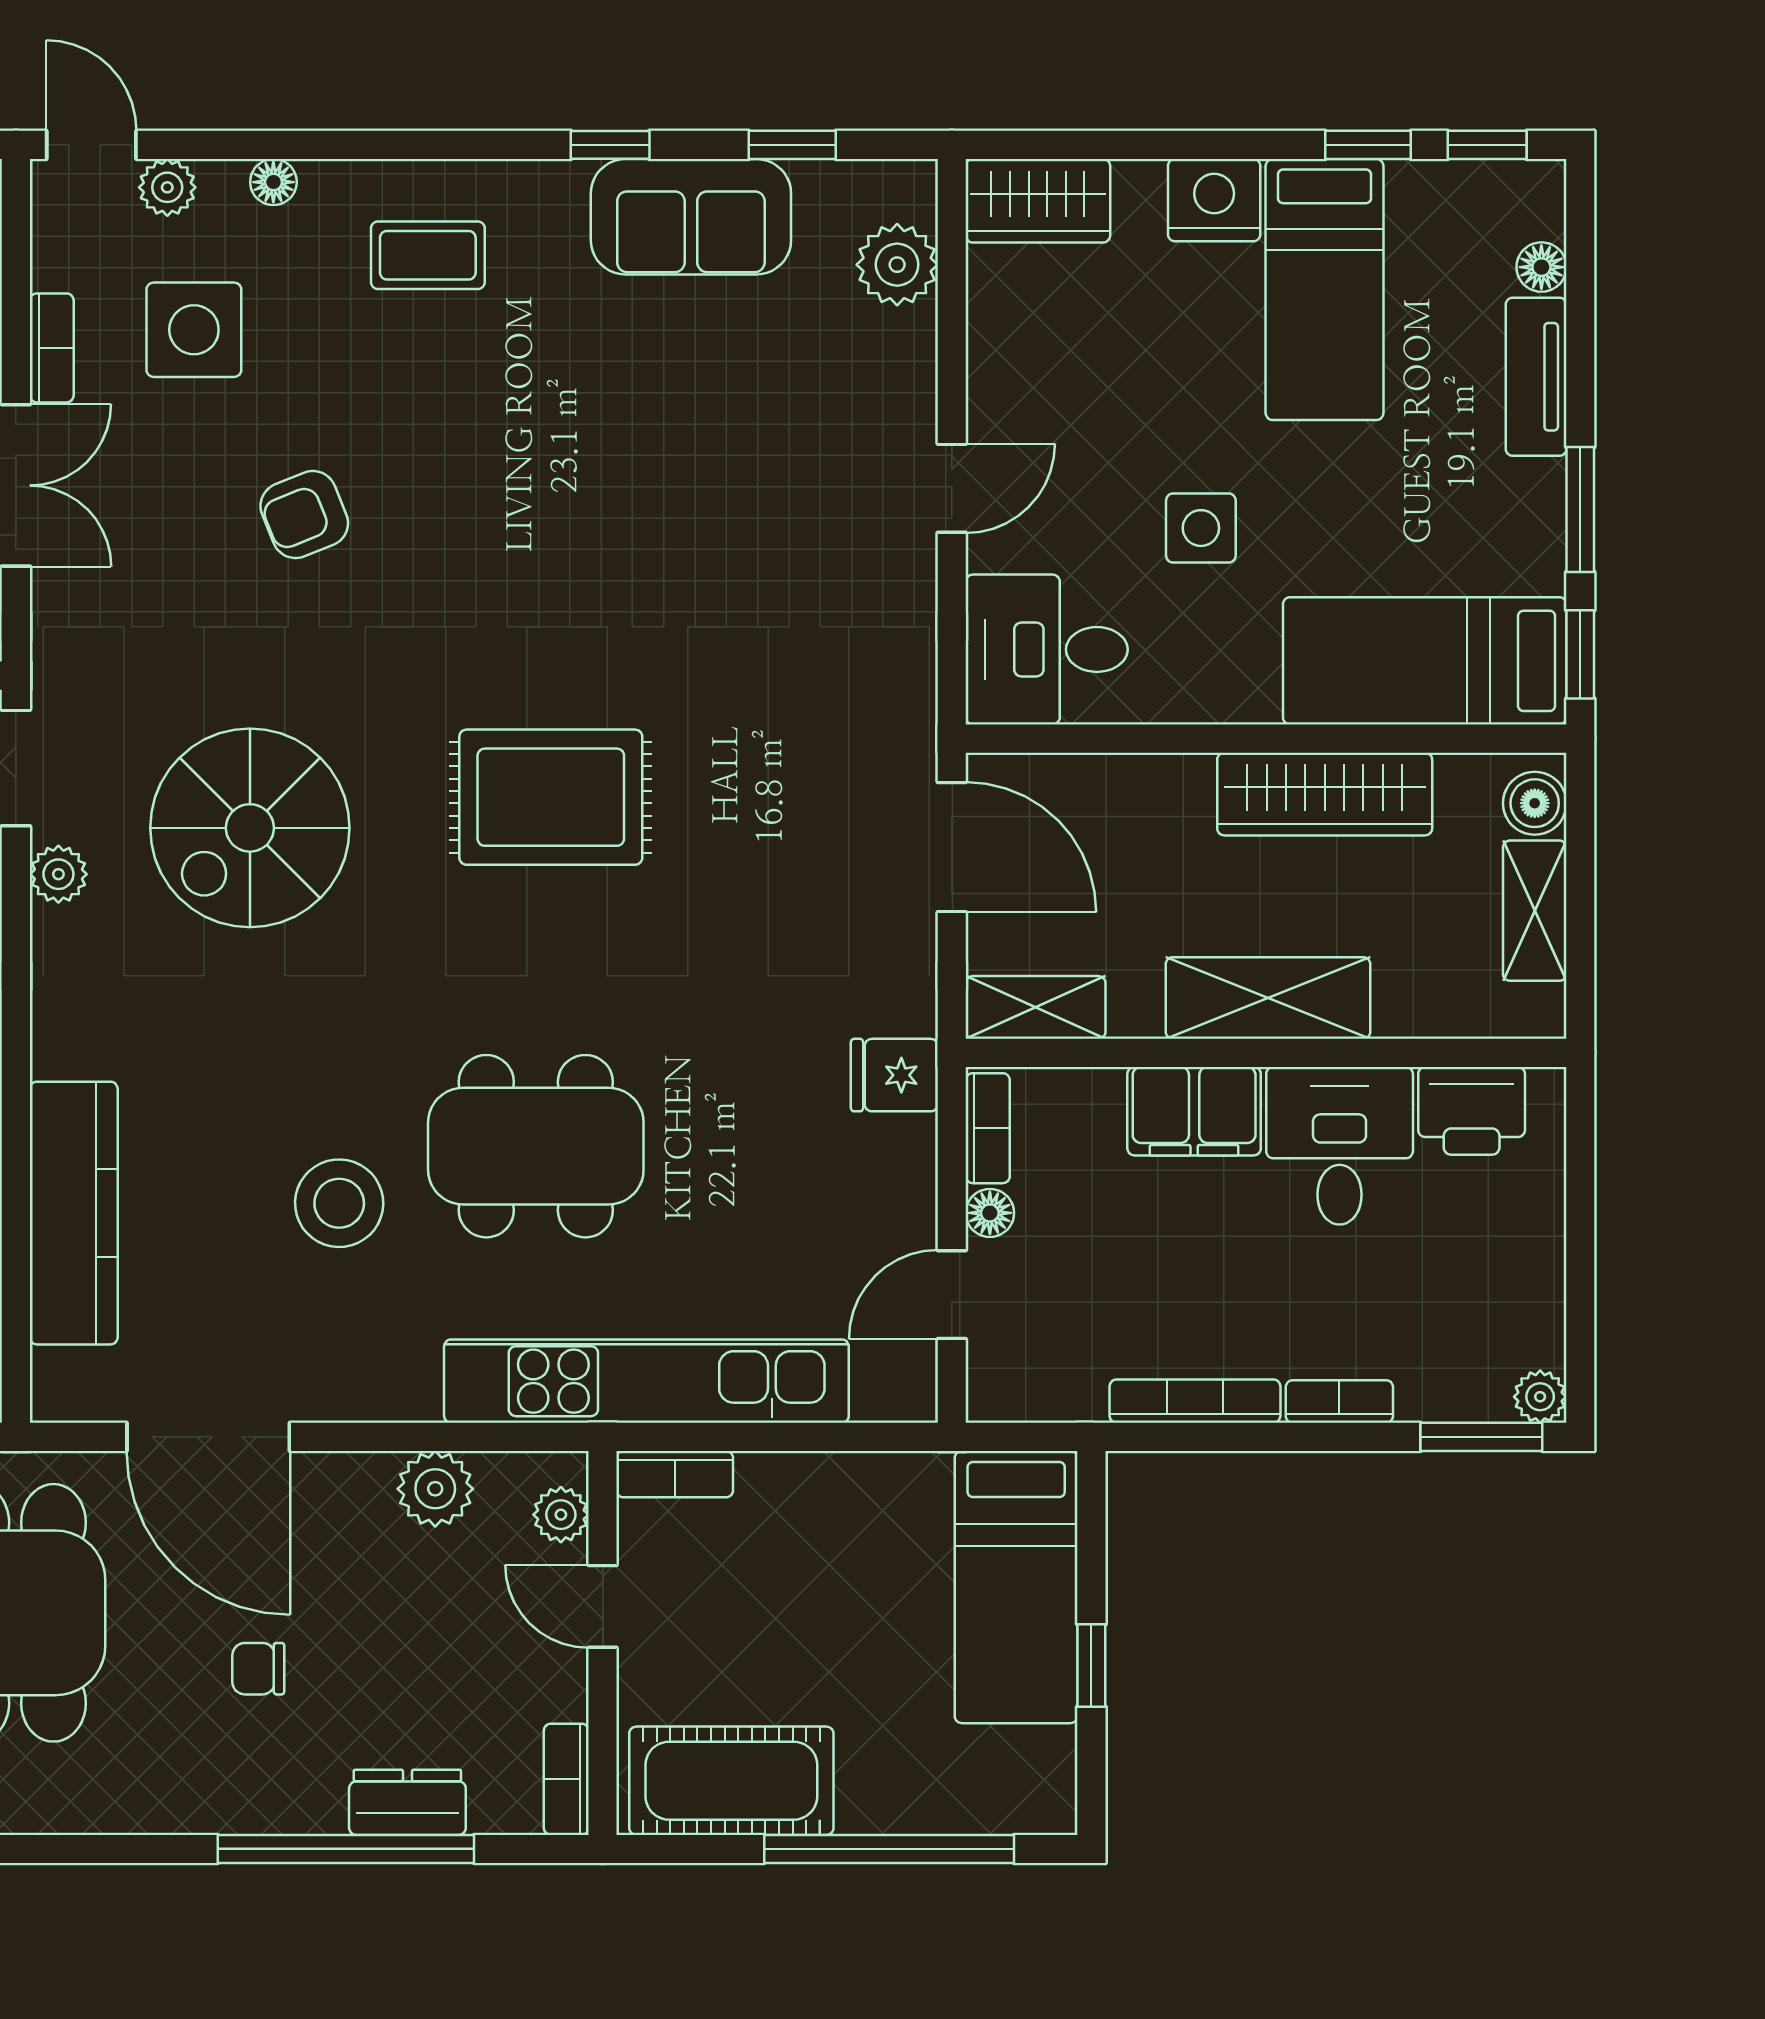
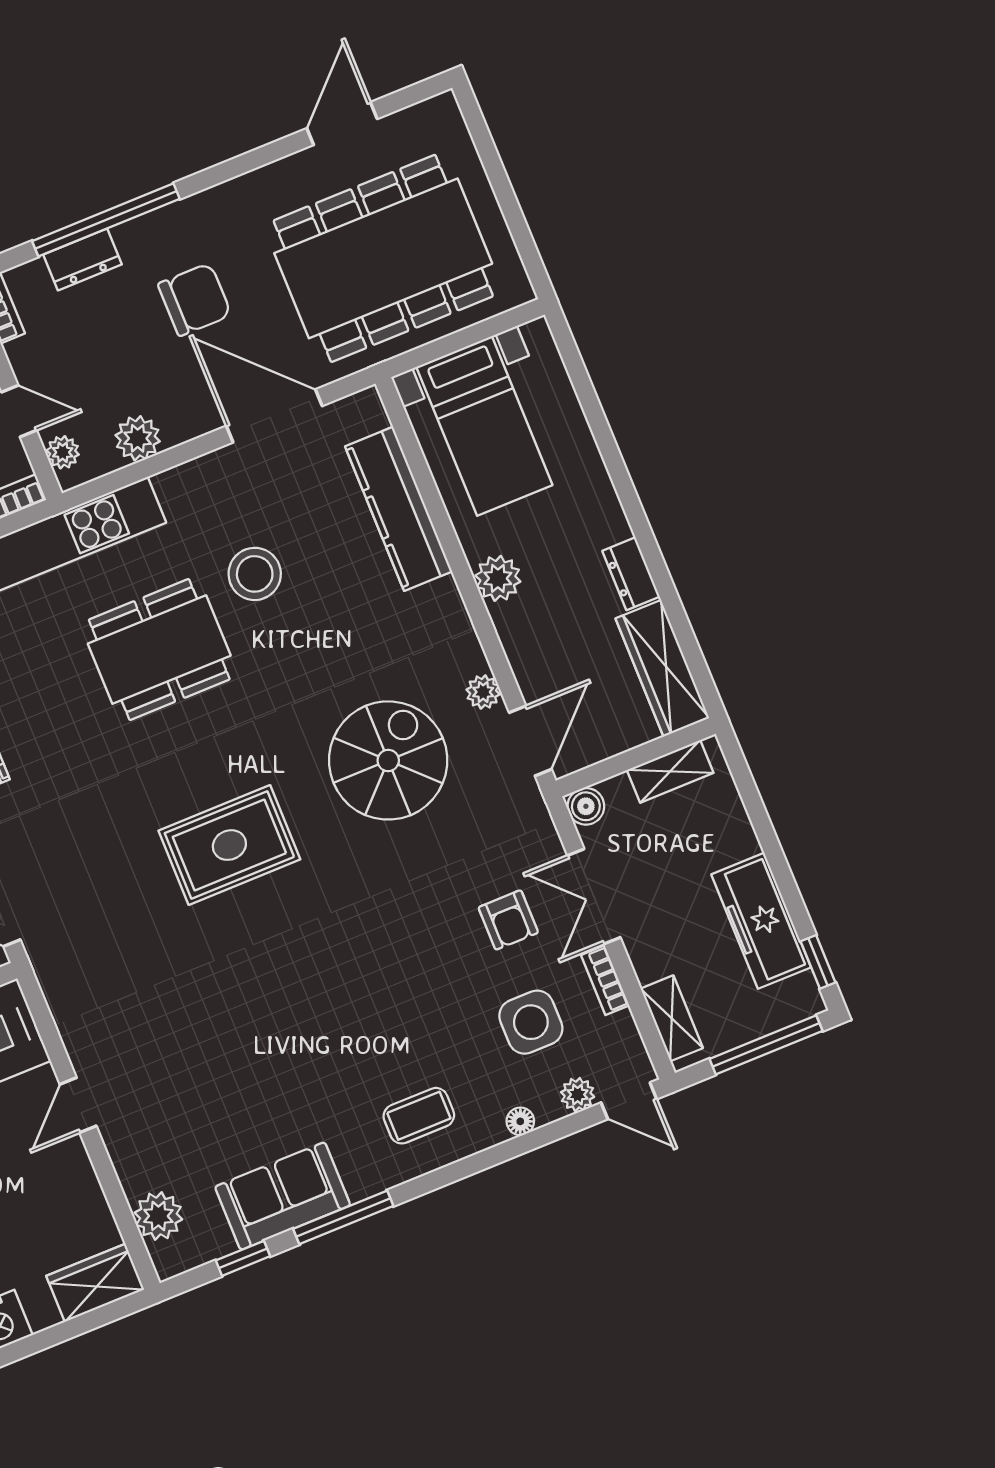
window: (610, 145) -> (343, 1217), width x2.17
armchair: (304, 515) -> (508, 920), moved, turned 112
chair: (258, 1669) -> (195, 300), width x1.87, depth x1.87

